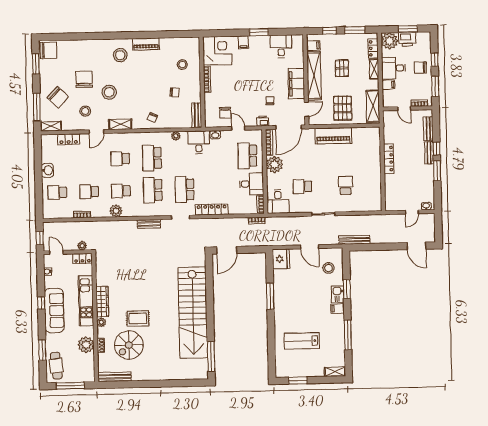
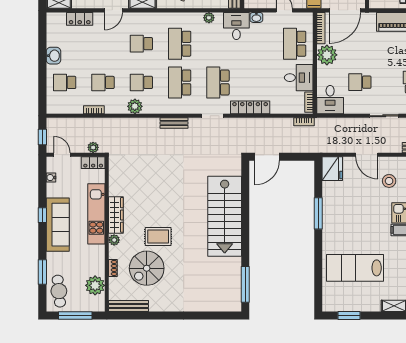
stairs: (193, 313) -> (225, 216), width x0.73
lab bench: (302, 341) -> (355, 268), width x1.36, depth x1.39
plant: (86, 345) -> (95, 285), moved

